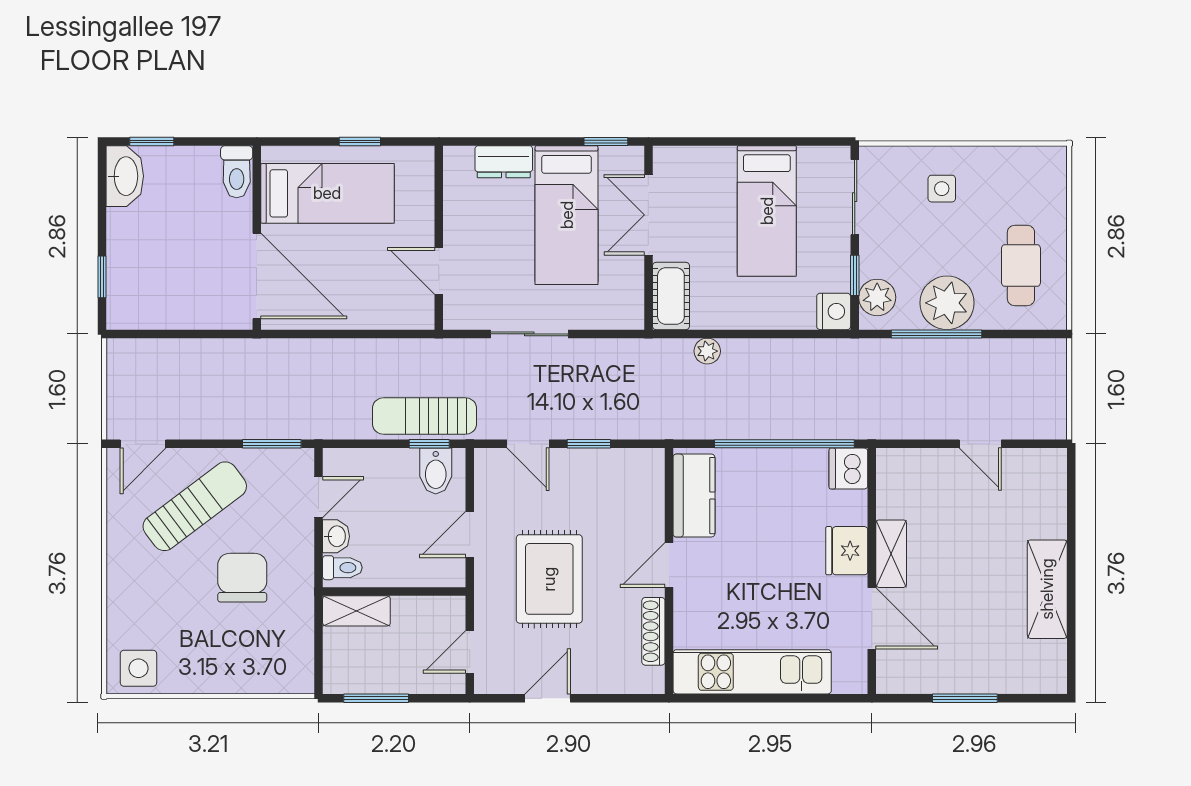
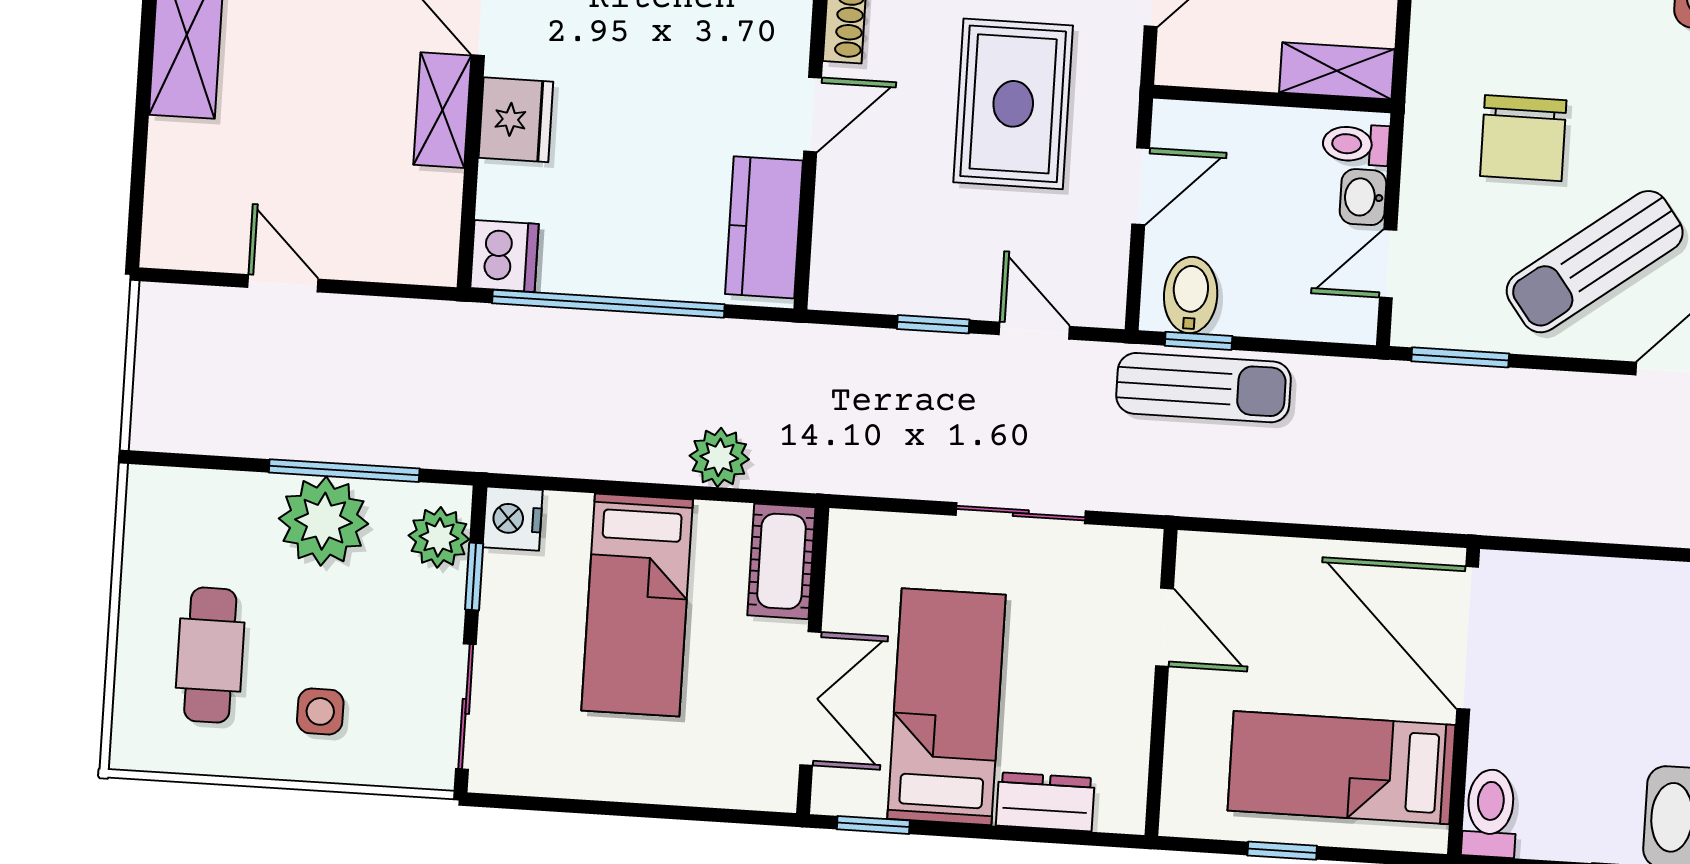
bed: (767, 211) -> (637, 605), moved, turned 180
cafe table: (1021, 266) -> (210, 655), moved
plant: (707, 351) -> (719, 457), width x1.38, depth x1.38

